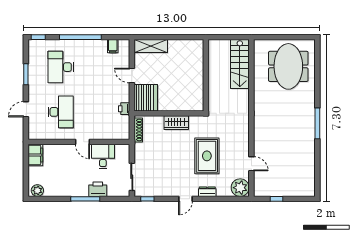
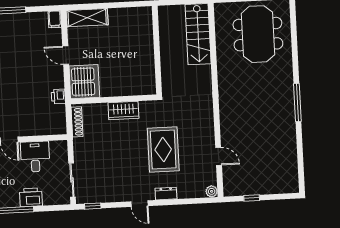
filing cabinet: (113, 46) -> (55, 19), moved
plant: (240, 188) -> (212, 191), width x0.53, depth x0.53
door: (185, 199) -> (139, 204), hinge flipped

